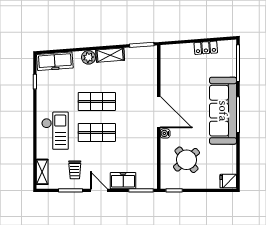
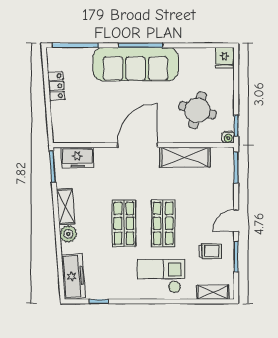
water cooler: (165, 133) -> (228, 137), moved
shelving: (149, 150) -> (185, 157), added
round table: (186, 160) -> (197, 110), turned -34
freezer: (123, 181) -> (77, 157), moved, turned -90

